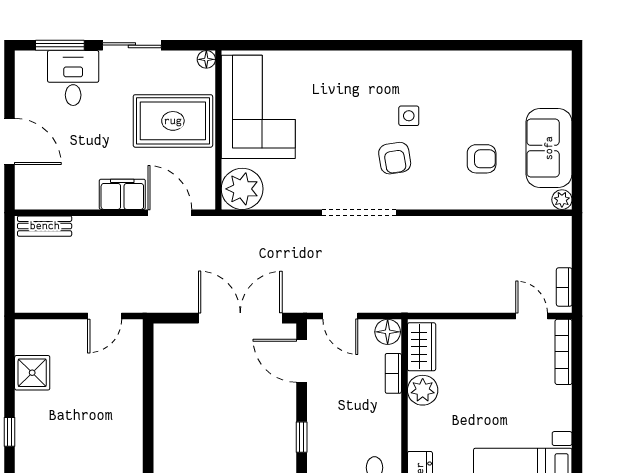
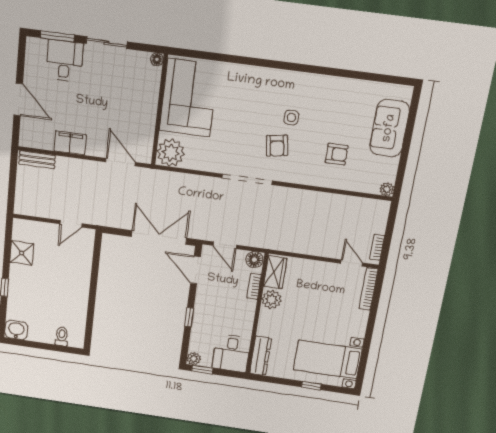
rug: (173, 121) -> (129, 100), removed
sofa: (549, 148) -> (389, 128), moved
filing cabinet: (122, 194) -> (70, 143), moved

